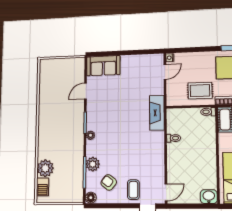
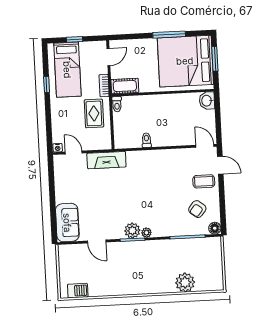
fireplace: (157, 113) -> (106, 160), moved
plant: (93, 164) -> (132, 231), moved
barbecue: (43, 187) -> (78, 291), moved

